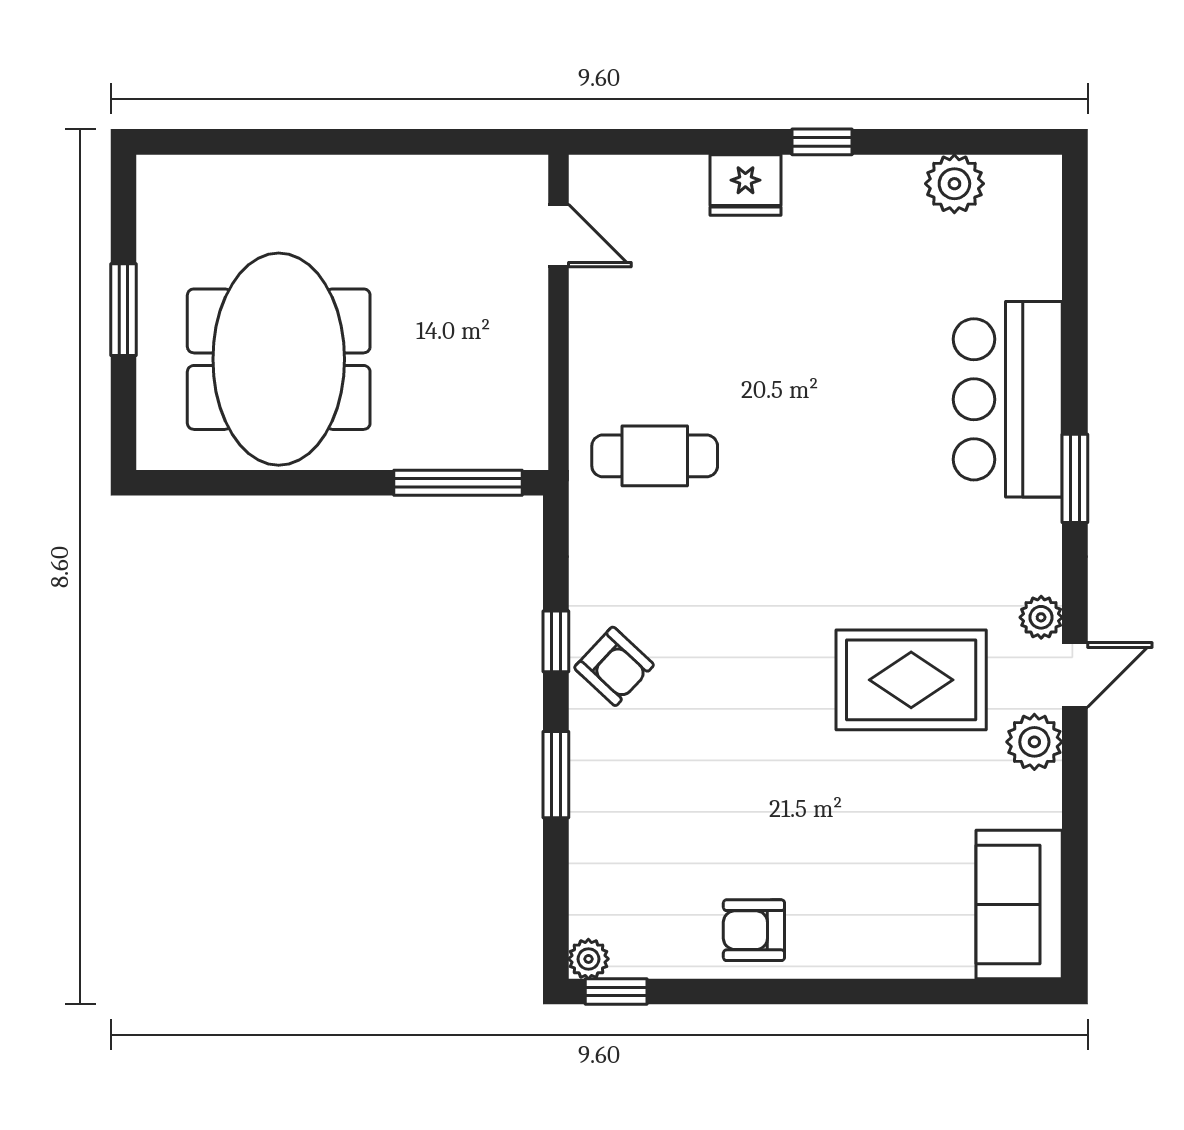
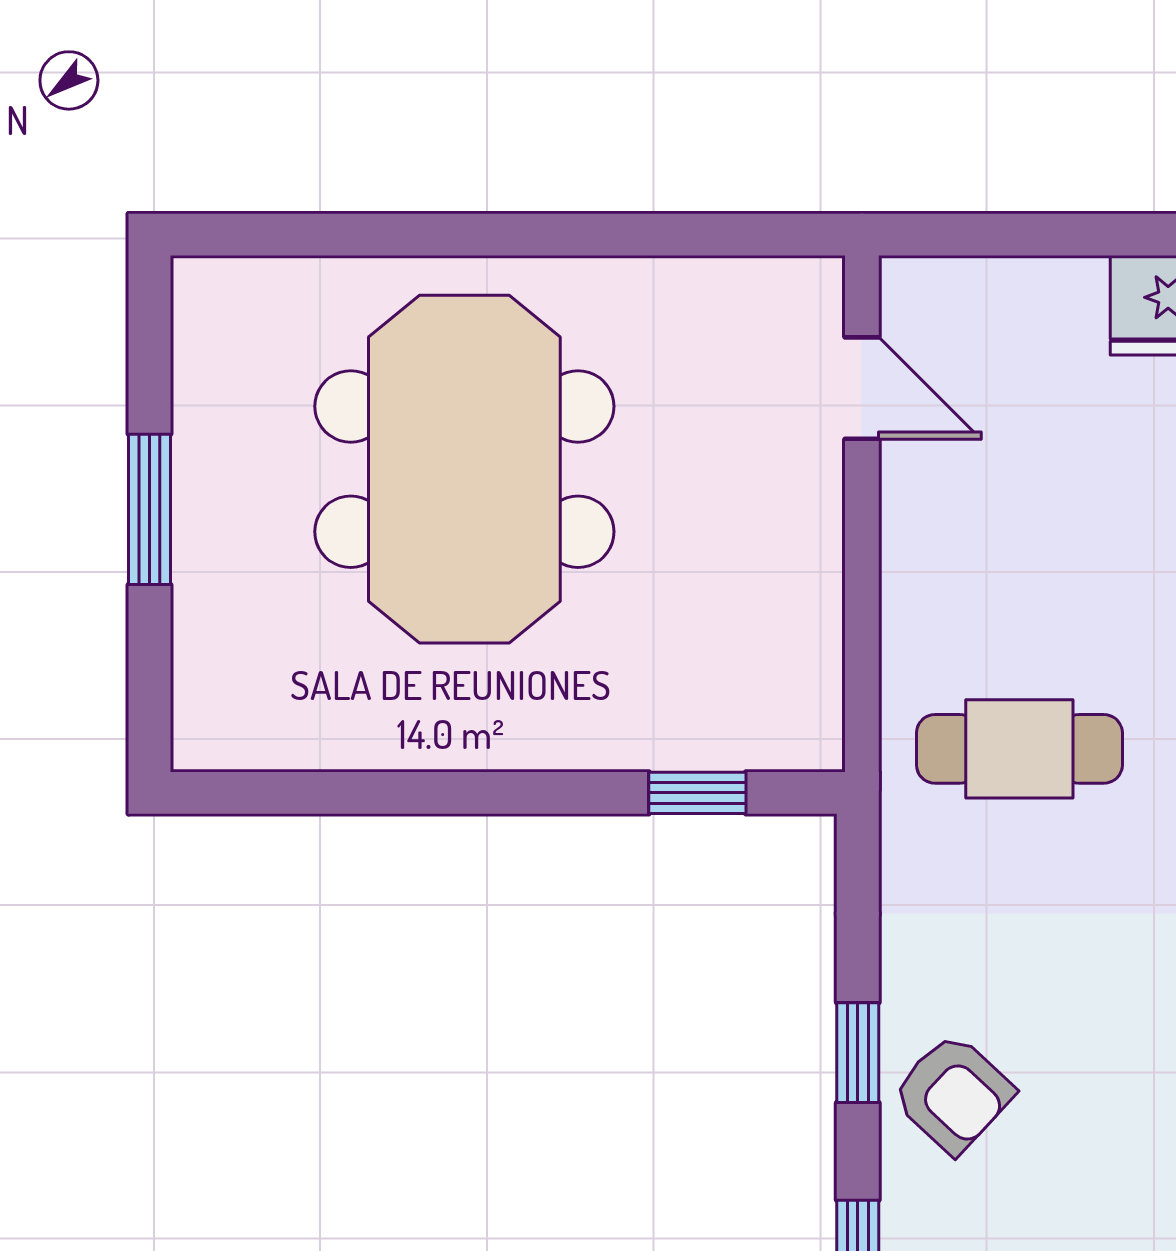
meeting table: (279, 359) -> (464, 469), moved
window: (458, 483) -> (697, 793), width x0.46

